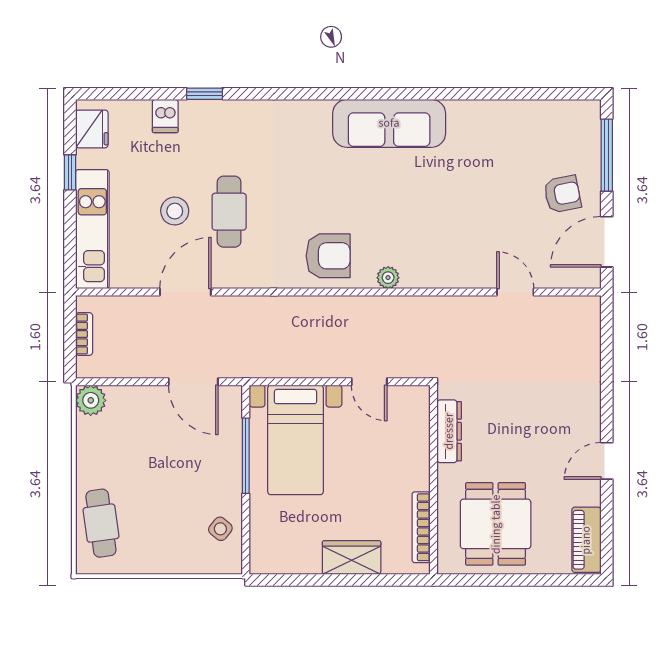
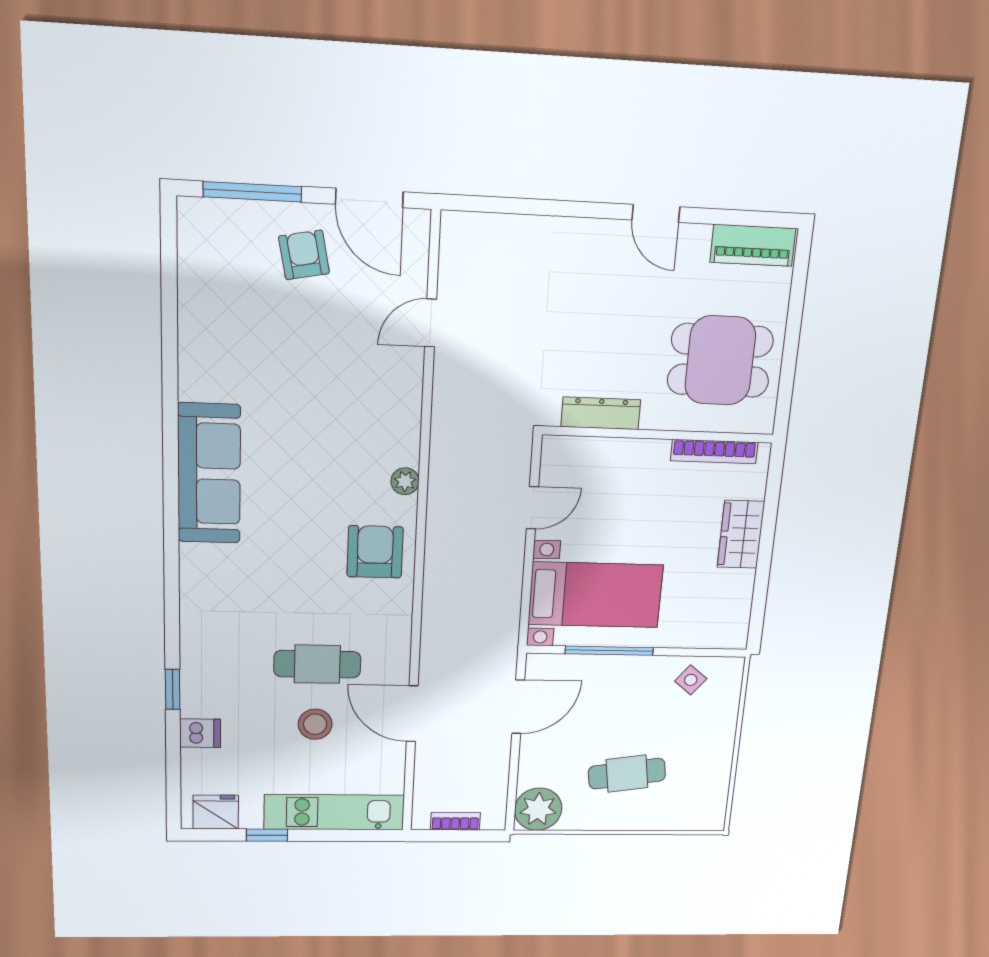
plant: (91, 400) -> (538, 809), width x1.36, depth x1.36
cafe table: (101, 523) -> (627, 774), moved

